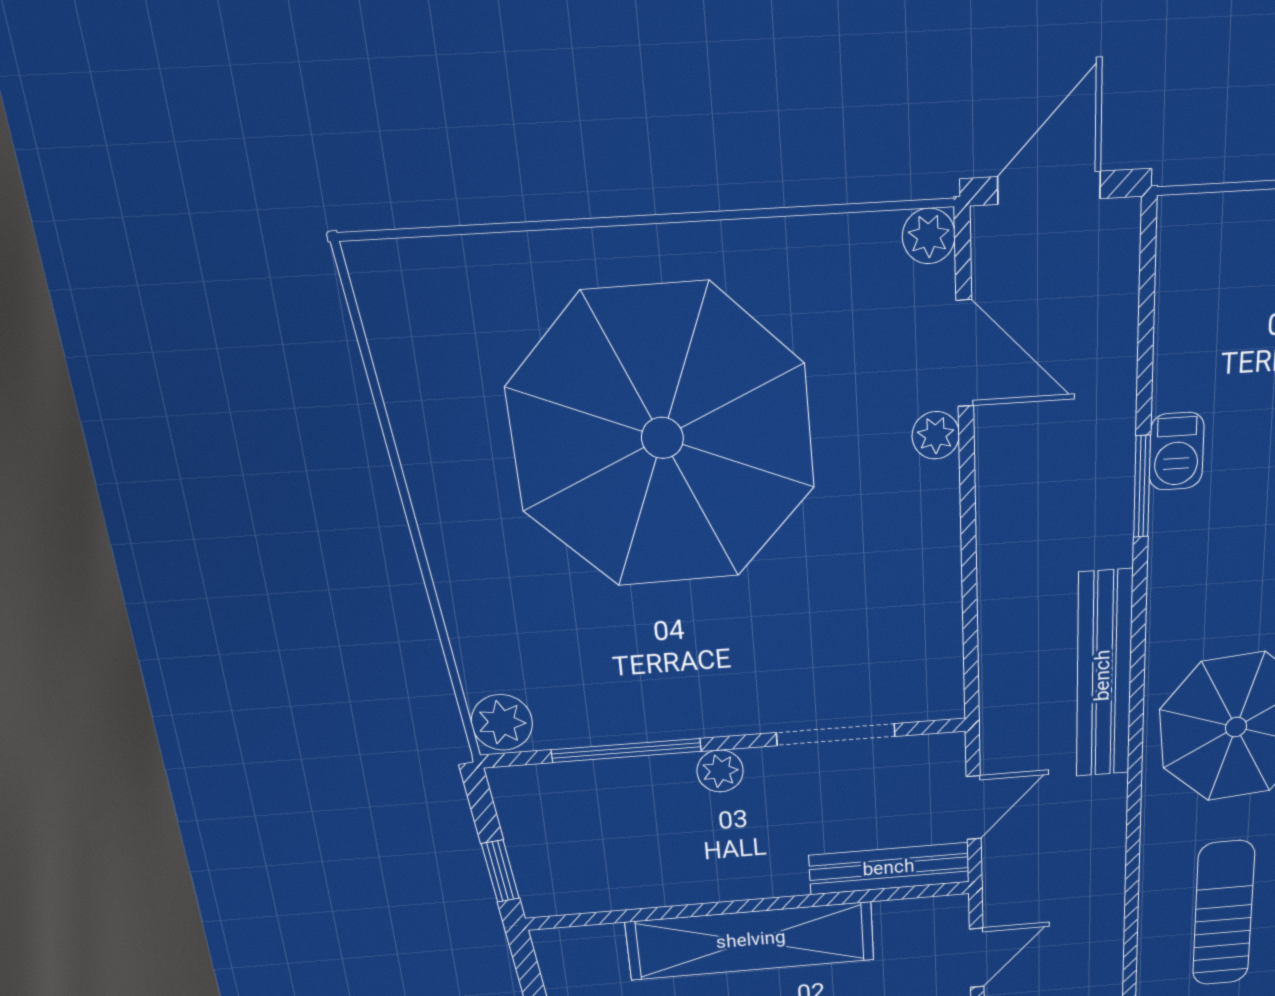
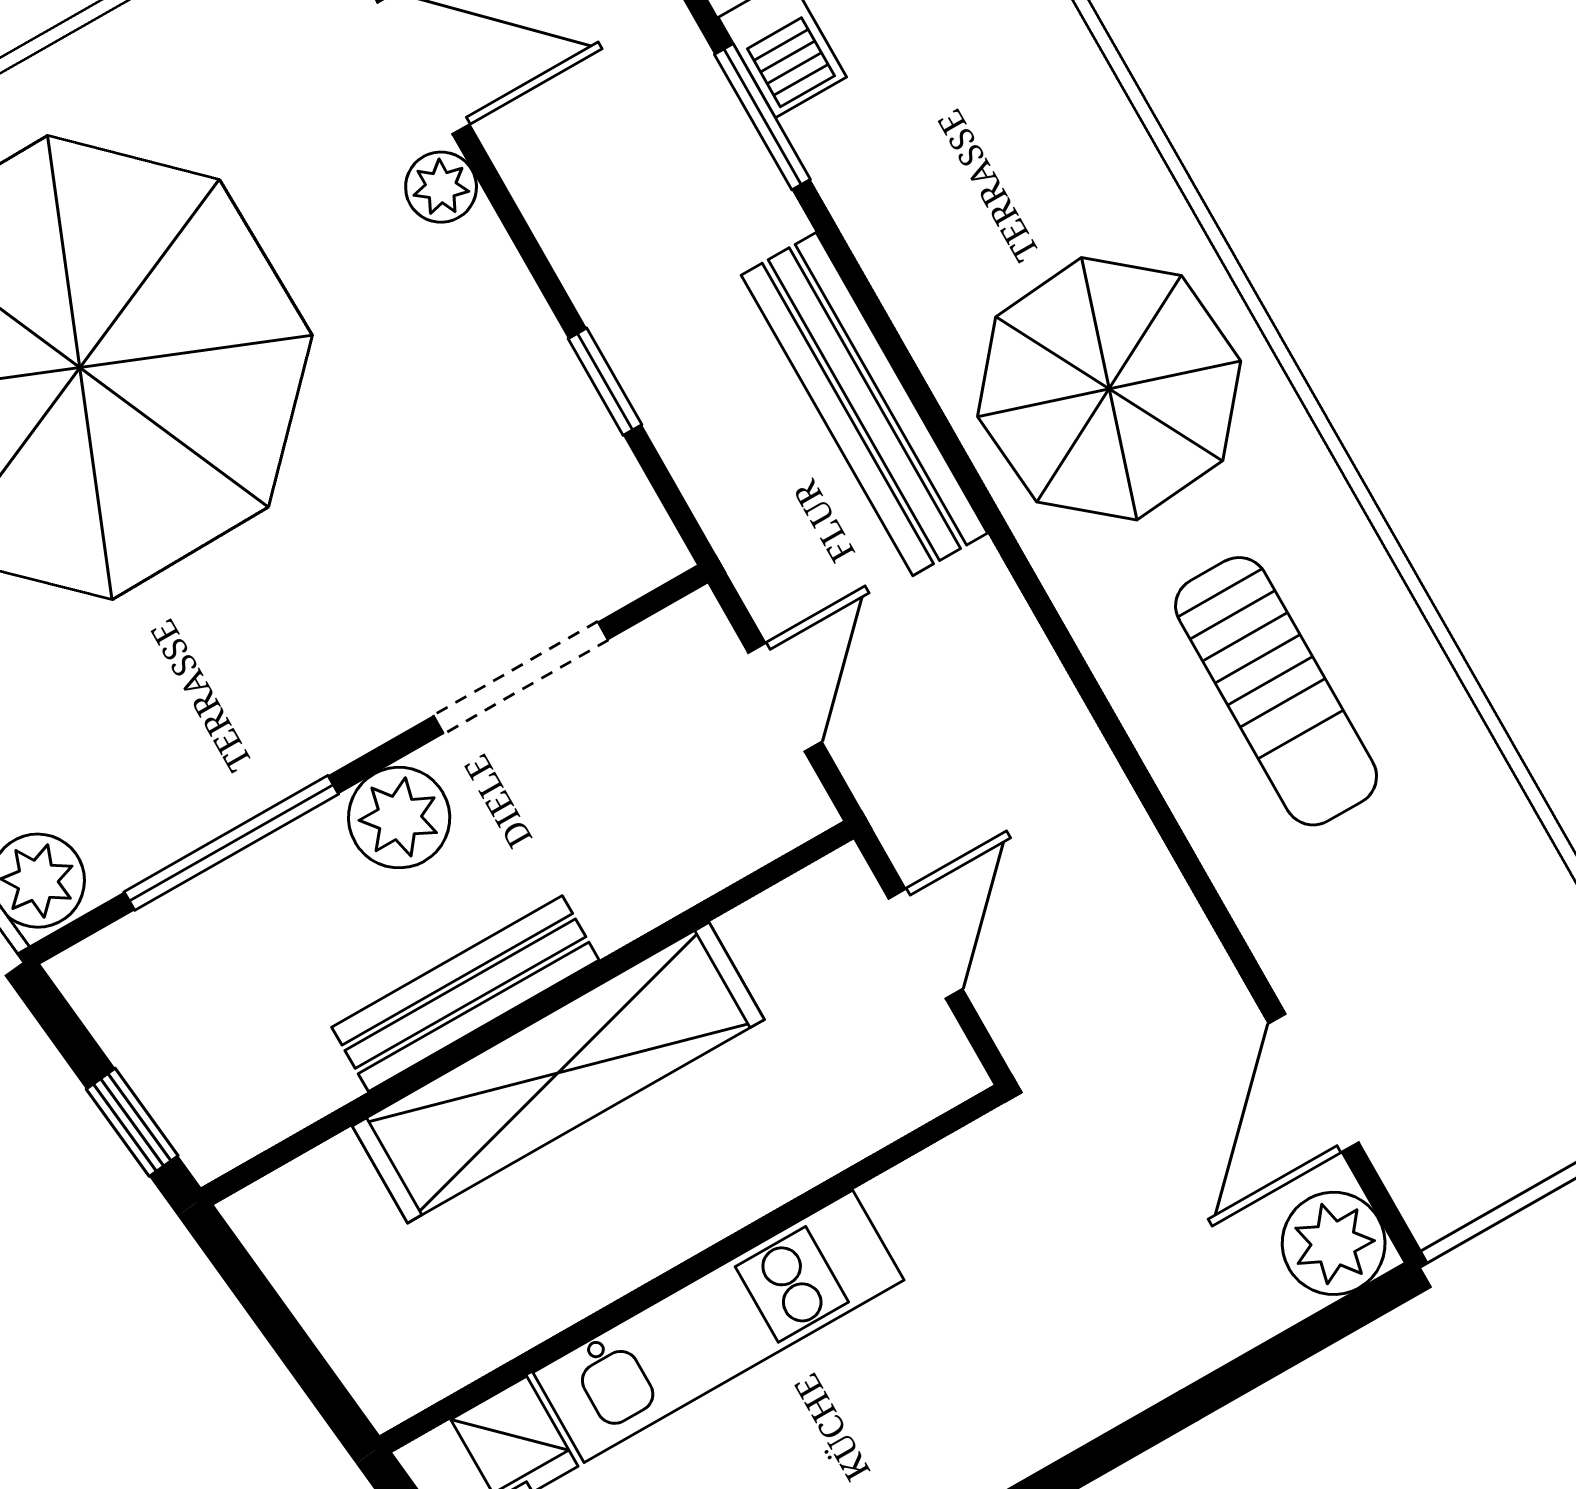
window: (970, 595) -> (605, 382), added
plant: (720, 771) -> (399, 818), width x1.38, depth x1.38
bench: (889, 869) -> (465, 994), moved
sun lounger: (1223, 914) -> (1276, 691), turned 180

